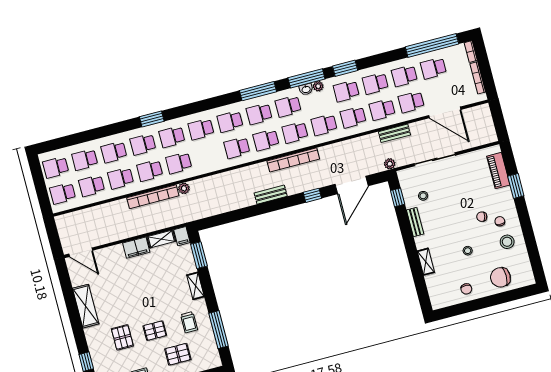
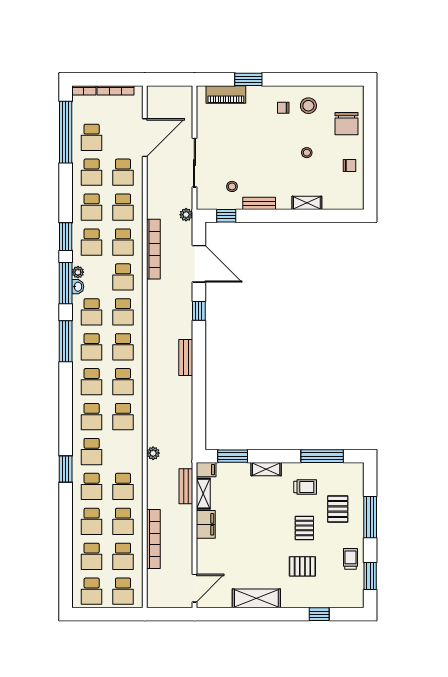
bench: (394, 133) -> (186, 486), moved
bookcase: (293, 160) -> (153, 249), moved
school desk: (179, 163) -> (123, 417), moved
bookcase: (153, 197) -> (153, 539), moved
chair: (482, 217) -> (273, 127), removed

